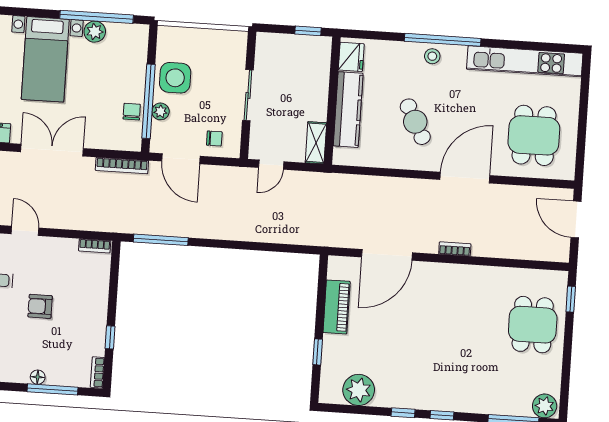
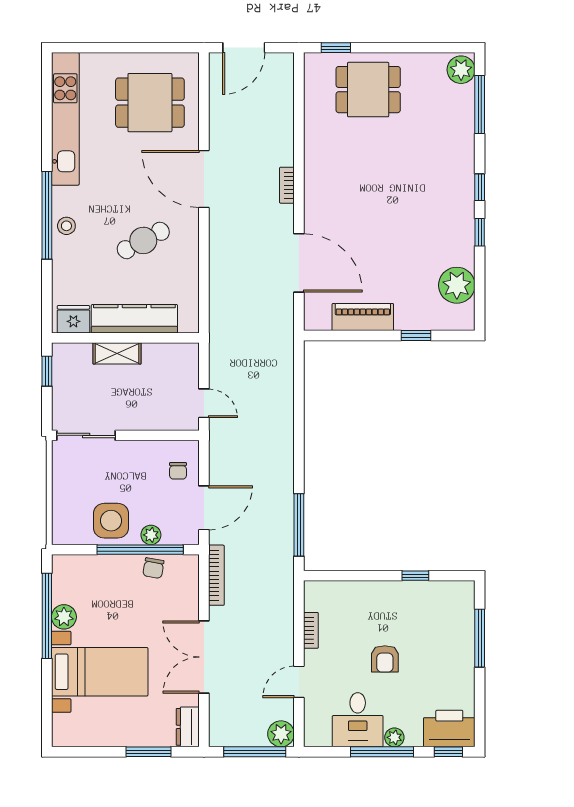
sliding door: (248, 95) -> (86, 435), moved
chair: (132, 112) -> (153, 568), turned -80
chair: (214, 138) -> (178, 471), turned 180
shelving: (316, 143) -> (117, 353), moved
bookcase: (95, 246) -> (311, 630), moved
bookcase: (97, 372) -> (457, 588), removed
floor lamp: (38, 377) -> (467, 656), removed

